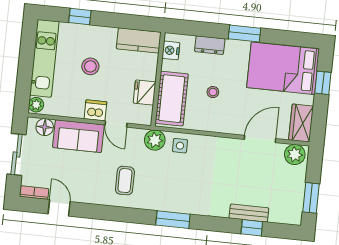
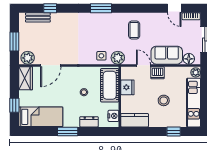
bed: (283, 68) -> (41, 117), width x0.67
window: (311, 198) -> (14, 41), moved
bench: (249, 213) -> (38, 17), moved

